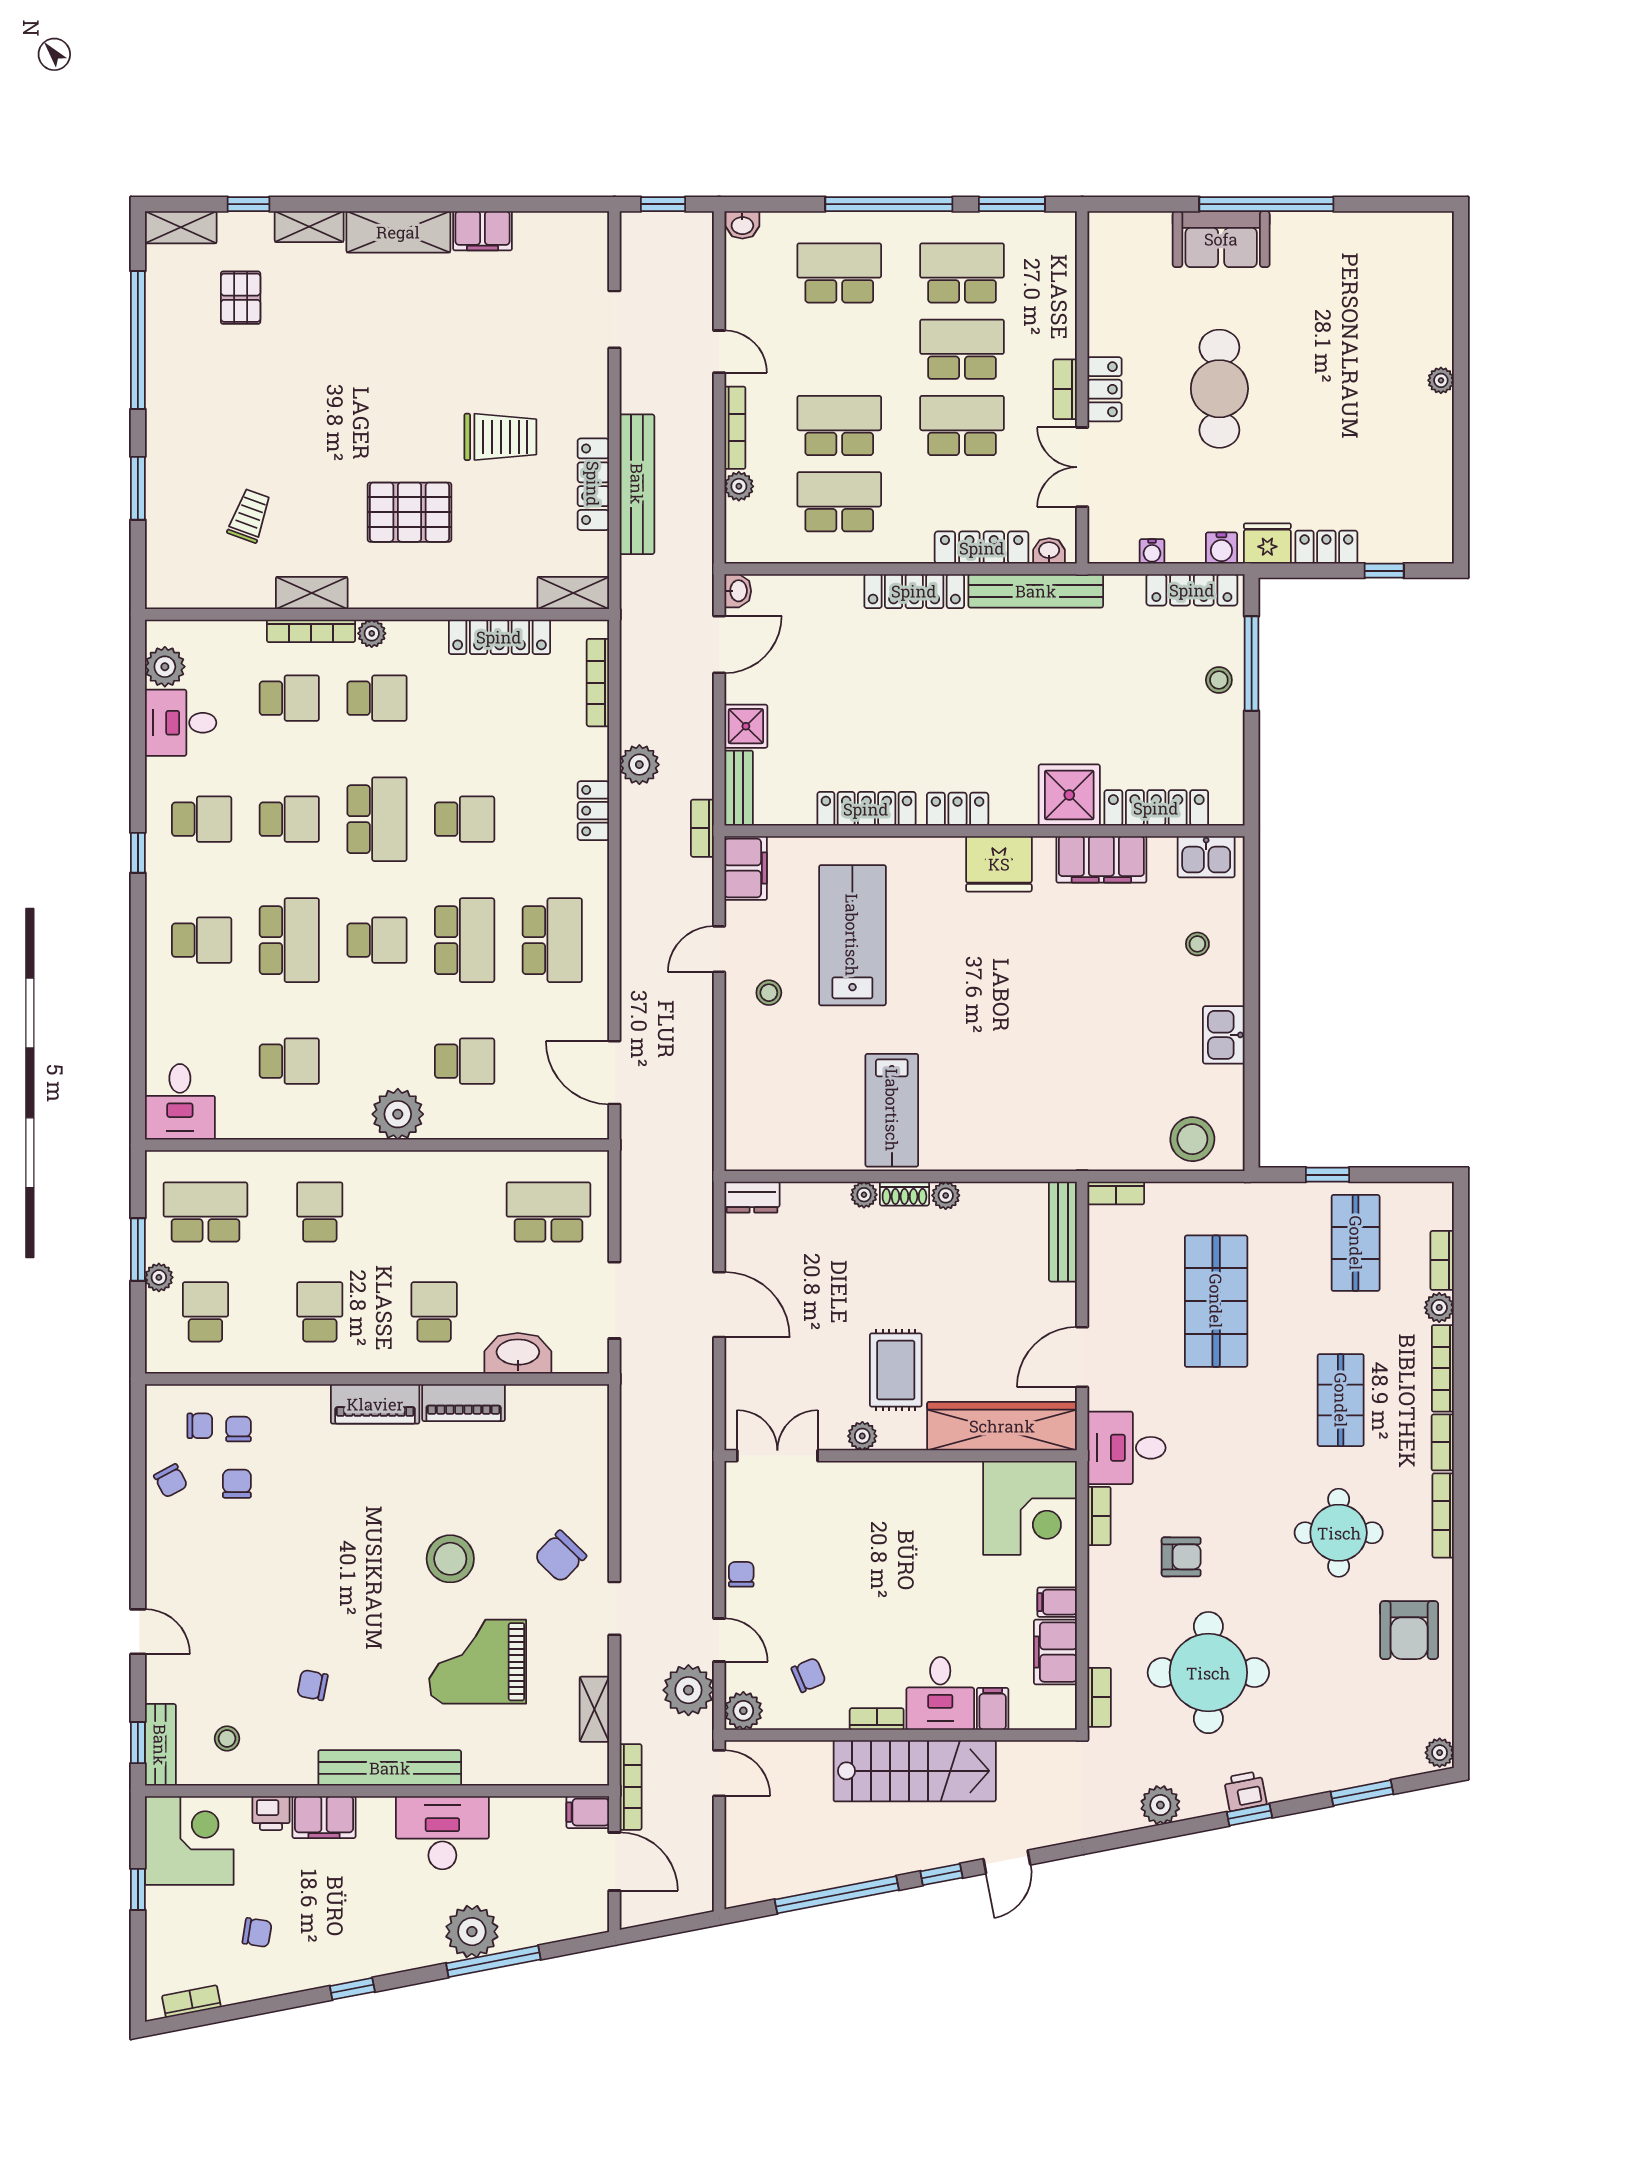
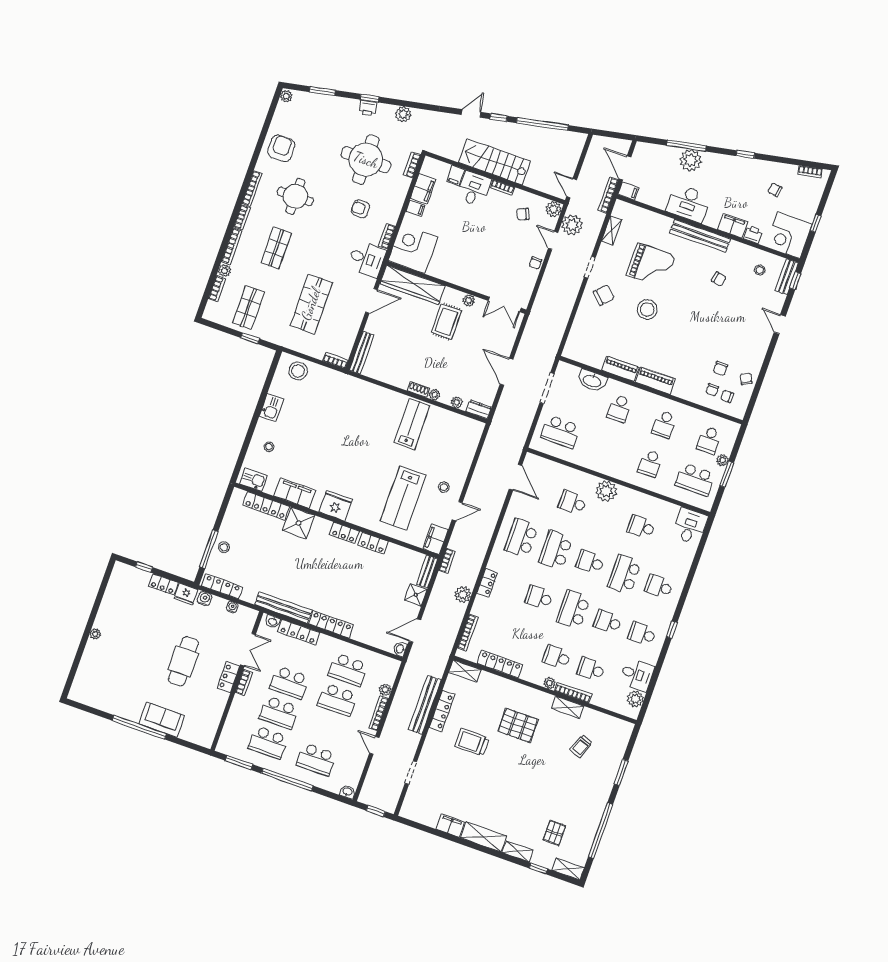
locker: (866, 809) -> (373, 543), width x0.66
plant: (946, 1195) -> (457, 402), moved

